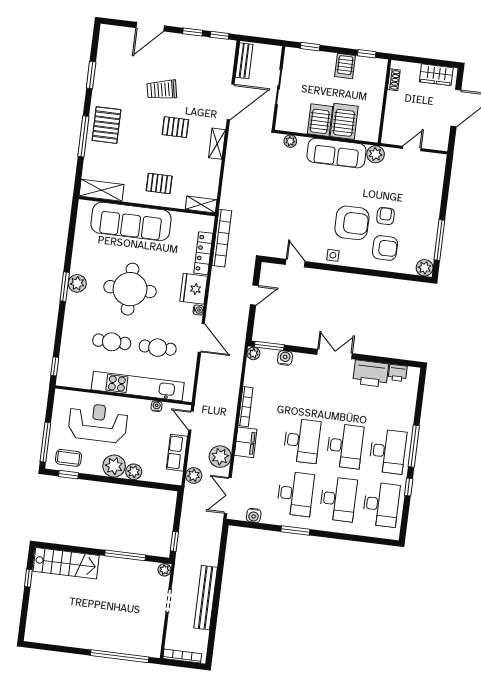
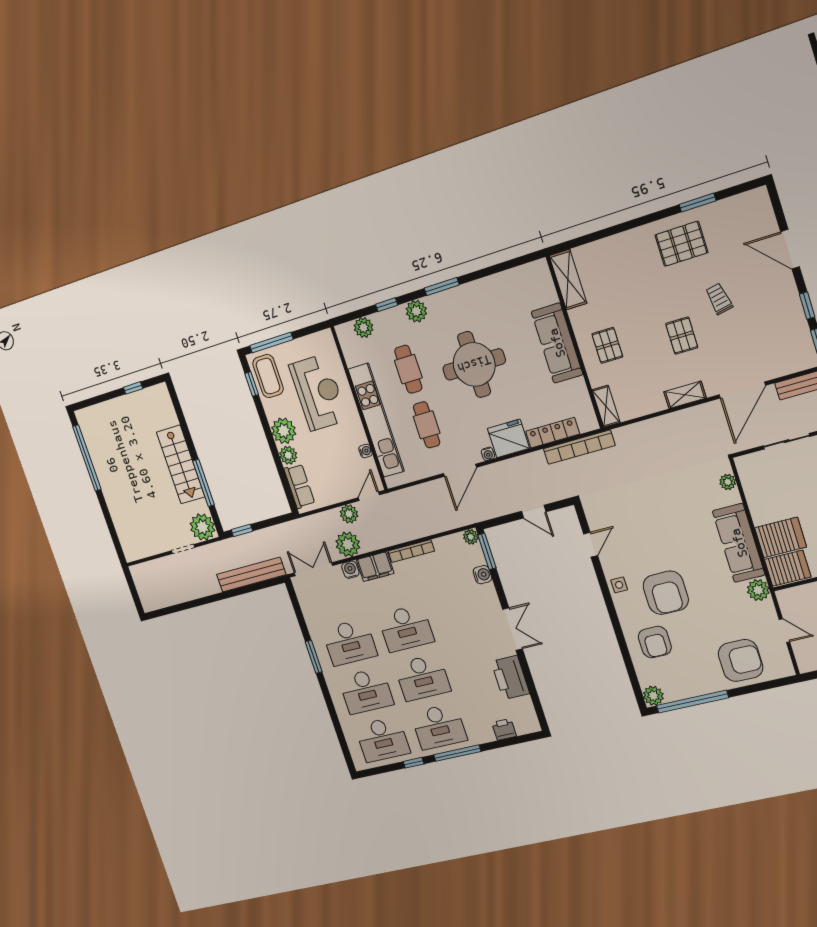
trolley: (162, 90) -> (719, 299), width x0.73, depth x0.72
door: (231, 102) -> (742, 390), hinge flipped
server rack: (320, 120) -> (788, 568), moved
pallet: (106, 125) -> (681, 244), moved
window: (83, 136) -> (620, 228), removed
armchair: (385, 216) -> (740, 660), moved, width x1.88, depth x1.88
sofa: (131, 221) -> (557, 343), width x0.74, depth x0.79
window: (439, 240) -> (692, 702), width x1.46
plant: (77, 283) -> (416, 311), moved
plant: (67, 362) -> (364, 327), added
window: (55, 366) -> (387, 305), moved
printer: (398, 373) -> (504, 729), moved, turned 90
row of seats: (177, 453) -> (299, 486), moved, turned 90
coffee table: (68, 458) -> (268, 376), width x1.36, depth x1.30
plant: (194, 475) -> (349, 514), moved
water cooler: (254, 515) -> (350, 570), moved, turned 90
stairs: (66, 563) -> (181, 464), moved
plant: (164, 570) -> (202, 527), width x1.87, depth x1.87
bench: (206, 598) -> (251, 575), moved
window: (120, 656) -> (87, 458), moved
bookcase: (182, 656) -> (140, 586), removed

